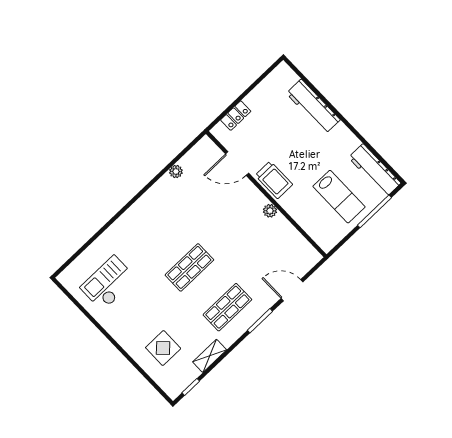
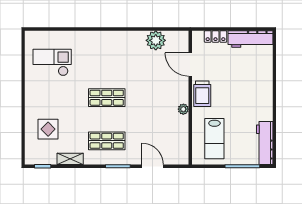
workbench: (313, 107) -> (251, 39), moved, turned -90
plant: (176, 171) -> (156, 40), width x1.87, depth x1.87
lab bench: (339, 197) -> (214, 139), moved

